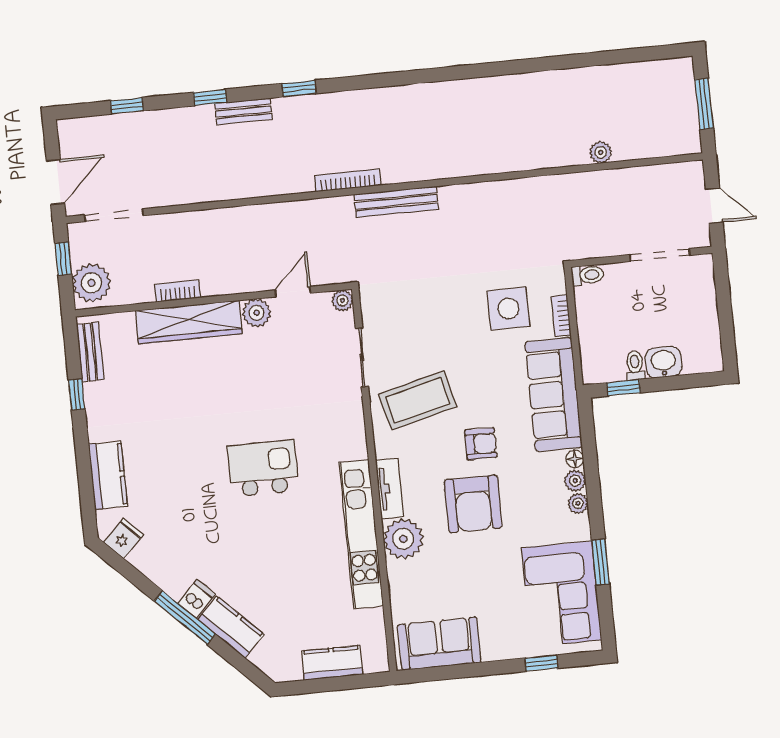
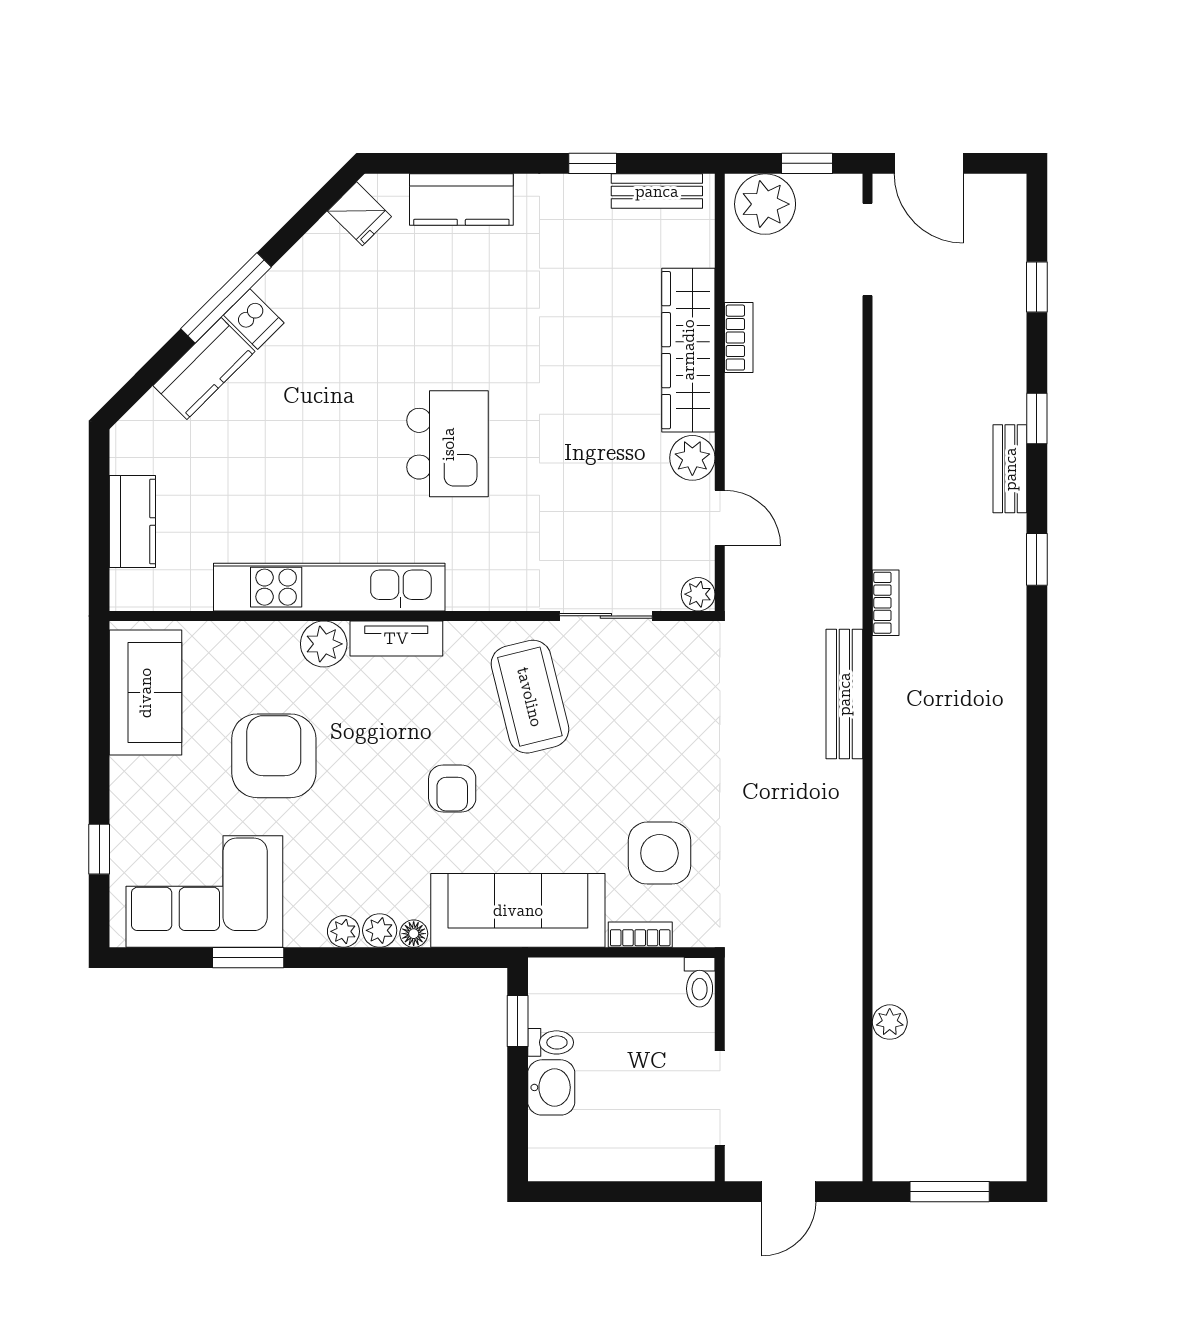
bookcase: (348, 180) -> (886, 603), width x0.64
armchair: (473, 504) -> (274, 756), moved, turned 90
plant: (403, 539) -> (324, 644), width x0.73, depth x0.73

